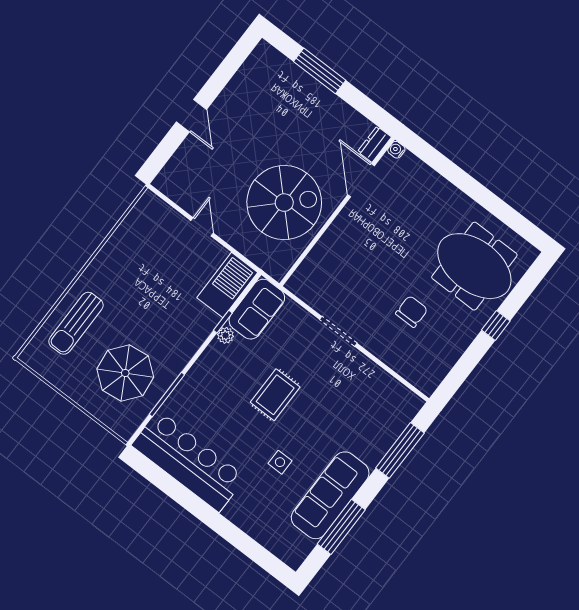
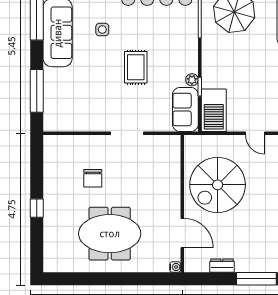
dresser: (374, 144) -> (222, 266), moved, turned -90
meeting table: (474, 266) -> (110, 234), moved

